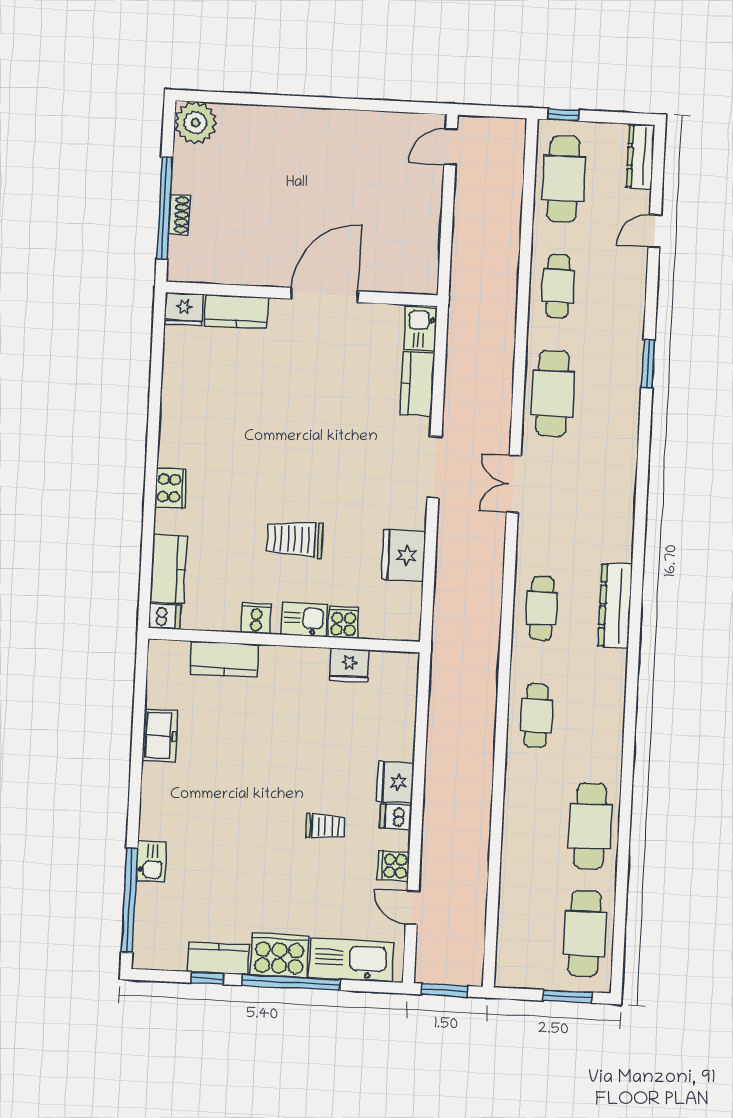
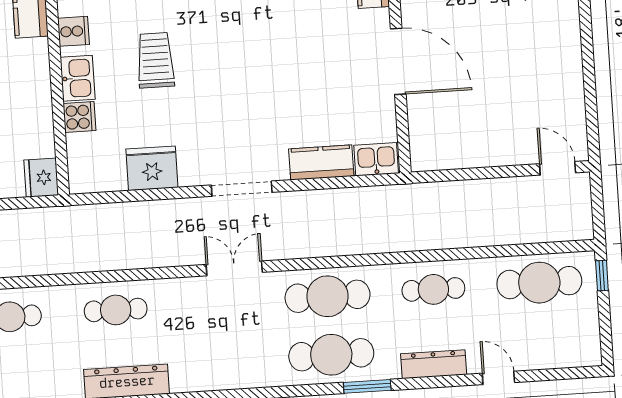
dresser: (640, 157) -> (434, 364), moved
cafe table: (612, 396) -> (331, 355), added
fridge: (349, 665) -> (41, 178), moved

